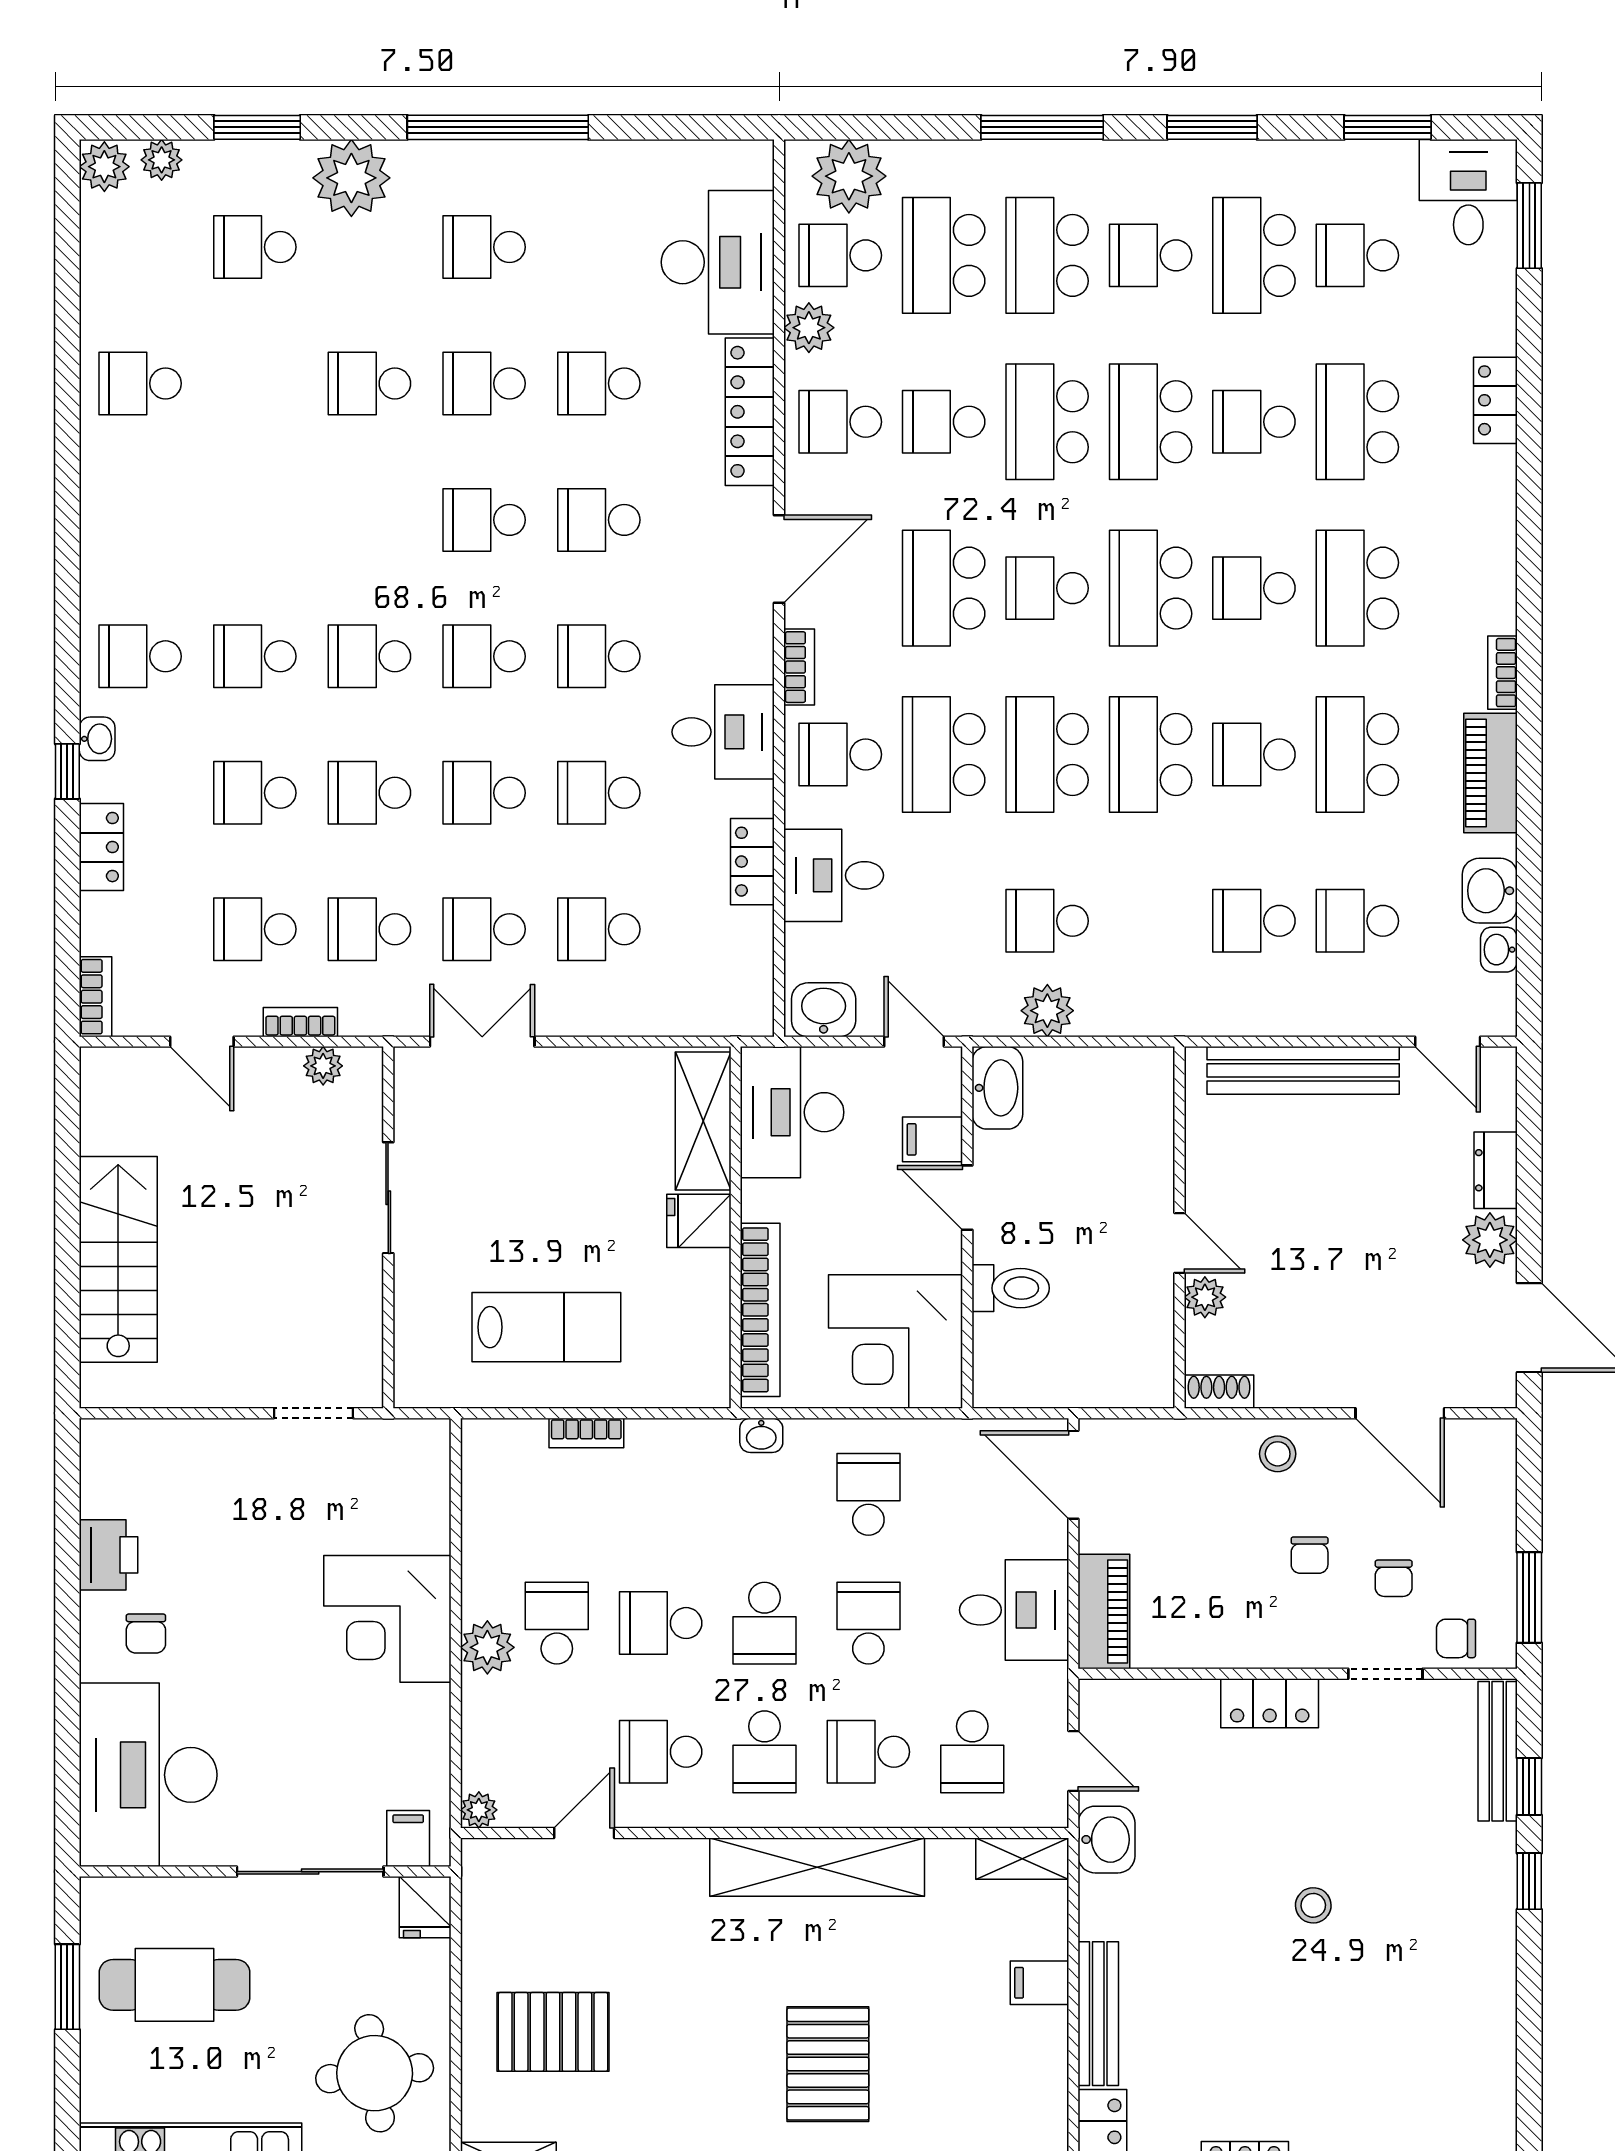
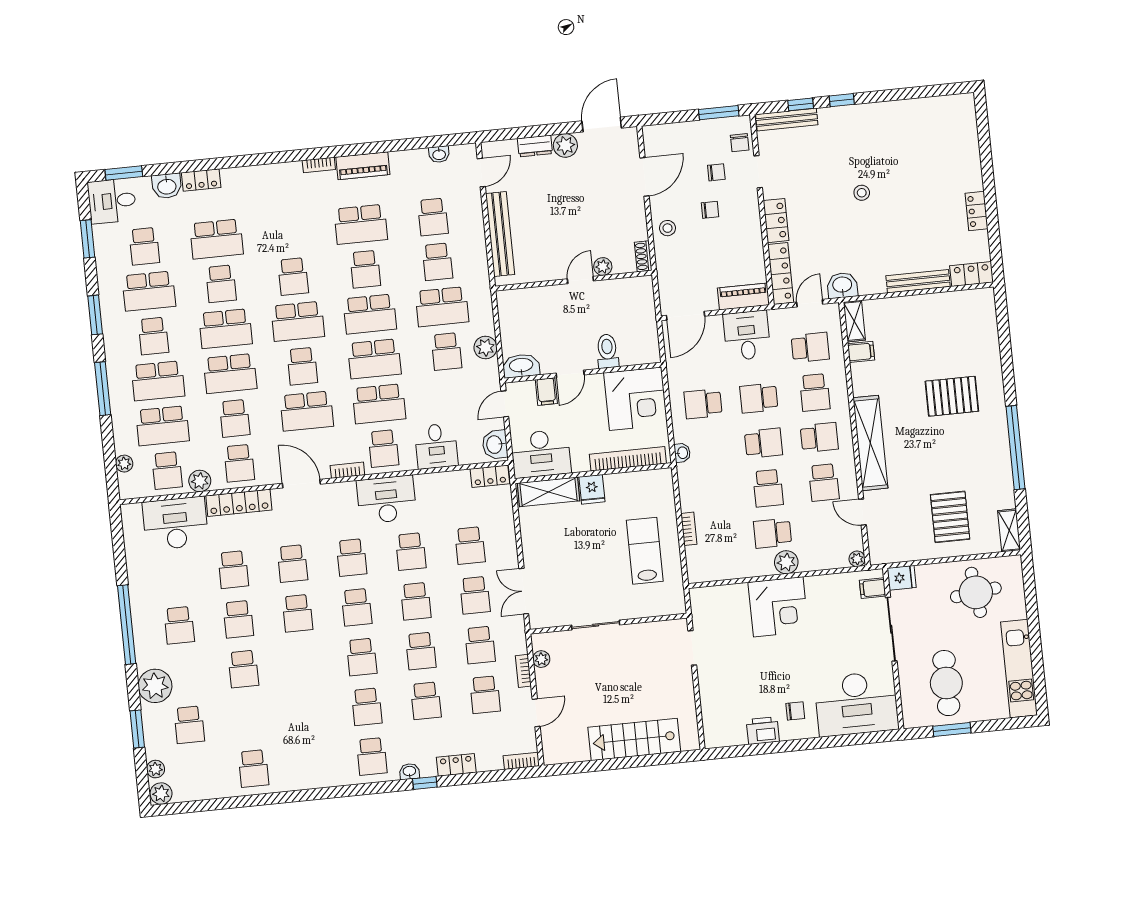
plant: (849, 176) -> (124, 464), width x0.53, depth x0.53
school desk: (1357, 588) -> (442, 307), moved
desk: (723, 732) -> (387, 500), width x1.37
locker: (752, 862) -> (490, 476), moved
washbasin: (1490, 891) -> (167, 186), moved
locker: (1148, 1702) -> (781, 274), added
shelving: (817, 1867) -> (870, 443), moved
filing cabinet: (1039, 1983) -> (861, 352), moved, turned -90

